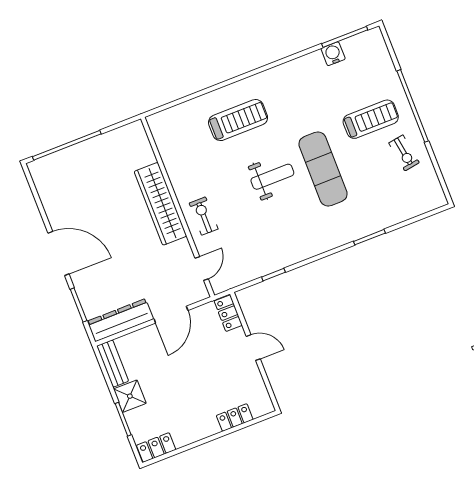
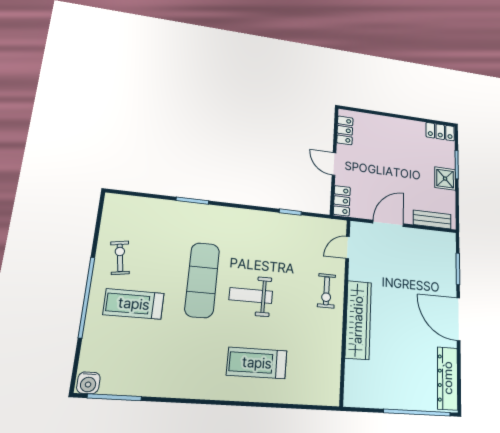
water cooler: (333, 54) -> (88, 383), moved
dresser: (120, 320) -> (448, 378), moved, turned 90
bench: (113, 363) -> (432, 219), moved, turned 90
locker: (235, 418) -> (345, 130), moved, turned -90

